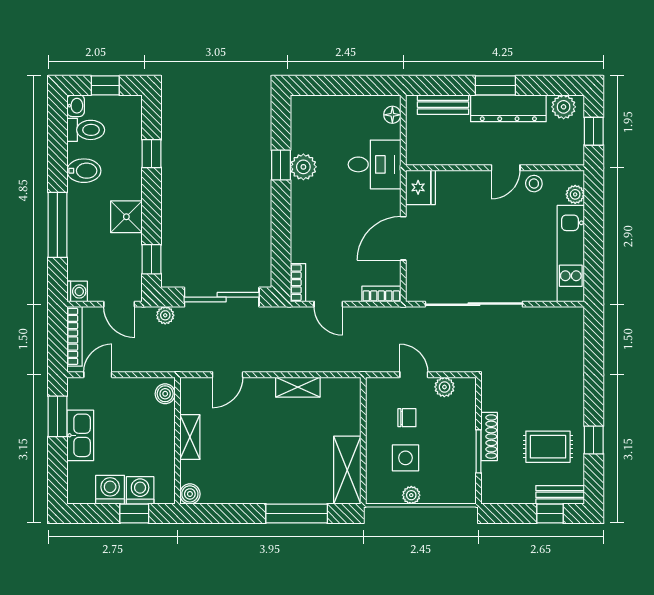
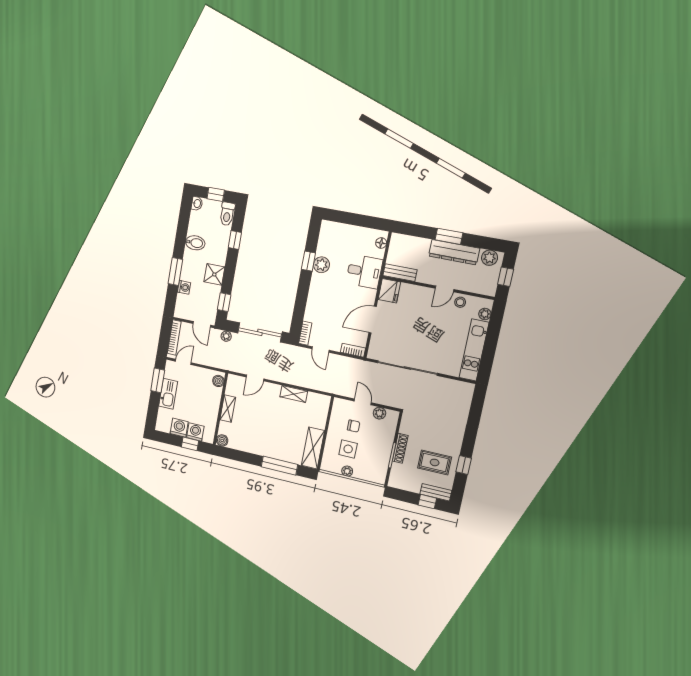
bench: (443, 105) -> (400, 273), moved
toilet: (86, 130) -> (227, 214), moved, turned 90
window: (57, 225) -> (175, 272), width x0.69
washing machine: (77, 291) -> (184, 287), moved

